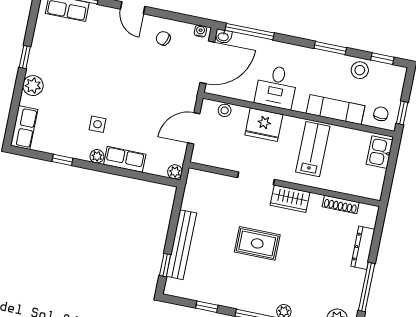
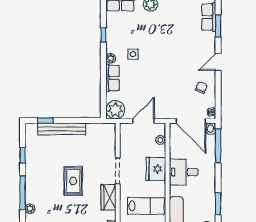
door: (194, 128) -> (144, 121), hinge flipped
plant: (175, 172) -> (115, 110), width x1.87, depth x1.87

